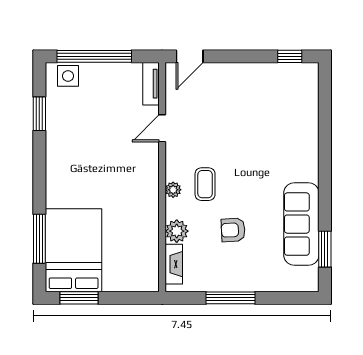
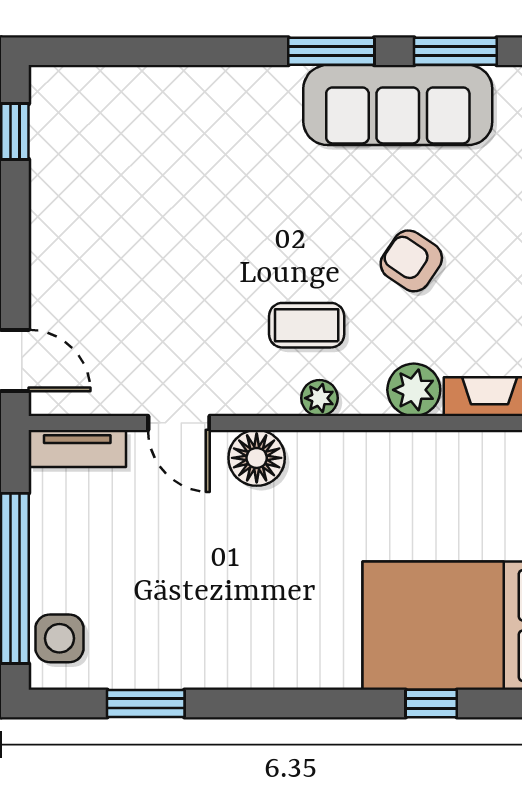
floor lamp: (147, 162) -> (257, 458), added
window: (325, 195) -> (331, 51), added
armchair: (233, 230) -> (411, 261), turned 127
window: (39, 239) -> (431, 704), width x0.46

